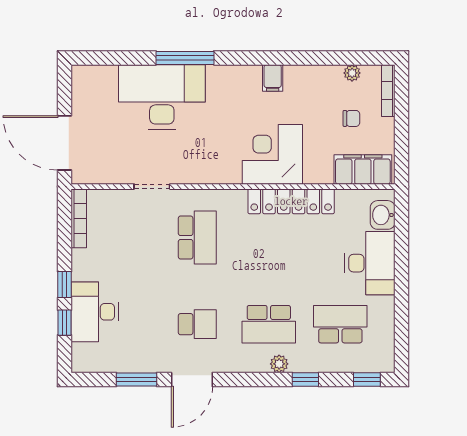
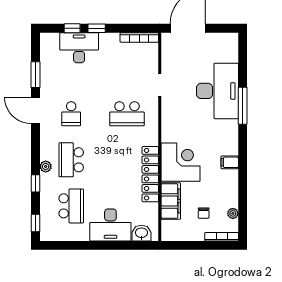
filing cabinet: (363, 170) -> (171, 201), moved

